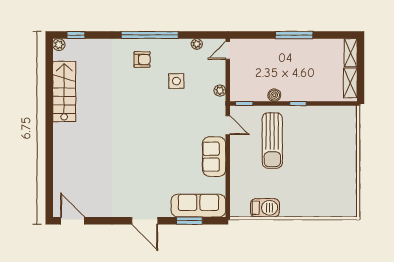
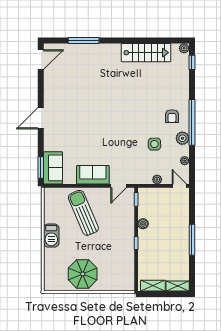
plant: (169, 47) -> (182, 138), added
plant: (220, 91) -> (157, 179), moved
sun lounger: (272, 141) -> (83, 213), moved, turned 67
window: (49, 168) -> (84, 41), added
parasol: (336, 169) -> (83, 274), added
sofa: (198, 206) -> (53, 168), width x0.73
barbecue: (265, 208) -> (51, 236), moved
window: (189, 221) -> (41, 167), moved

